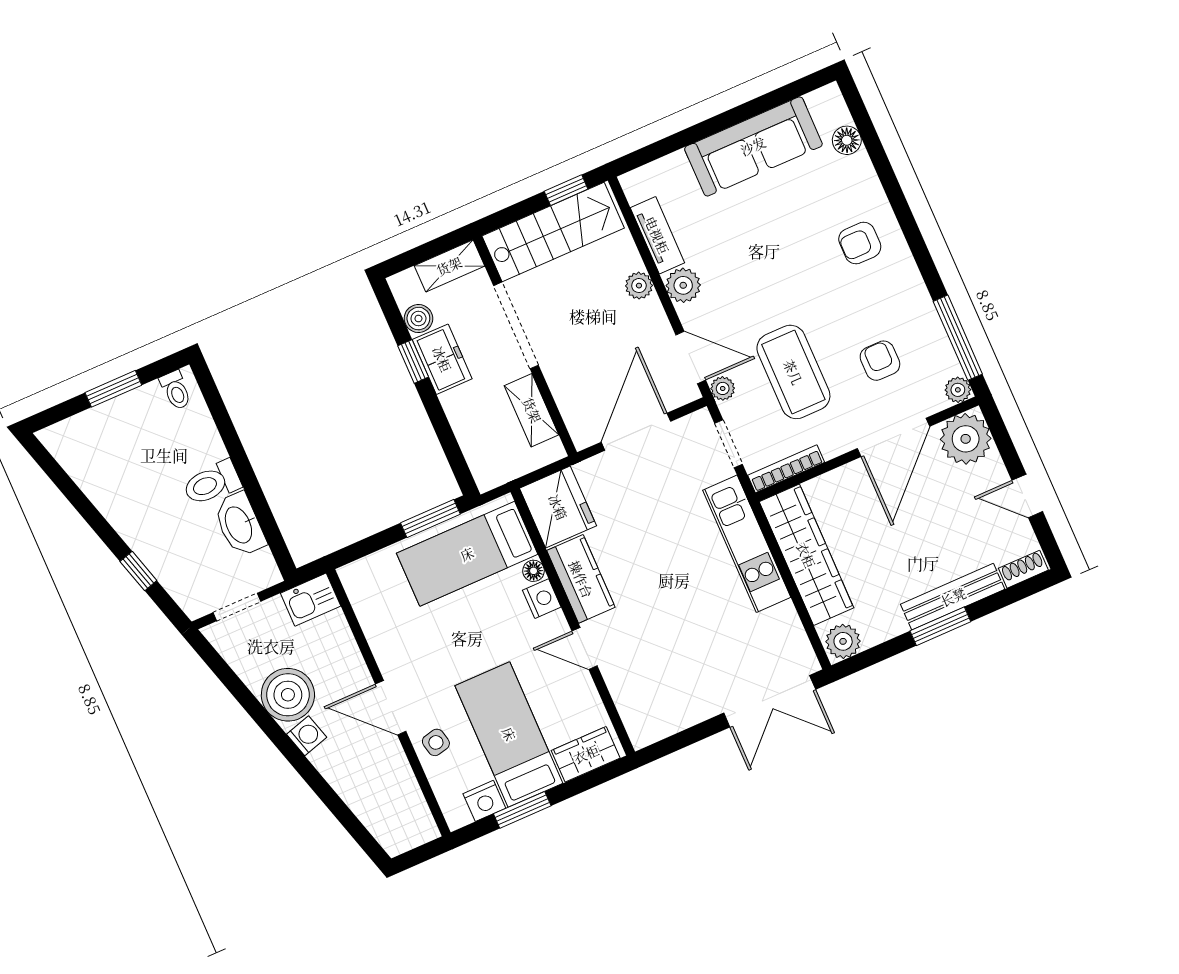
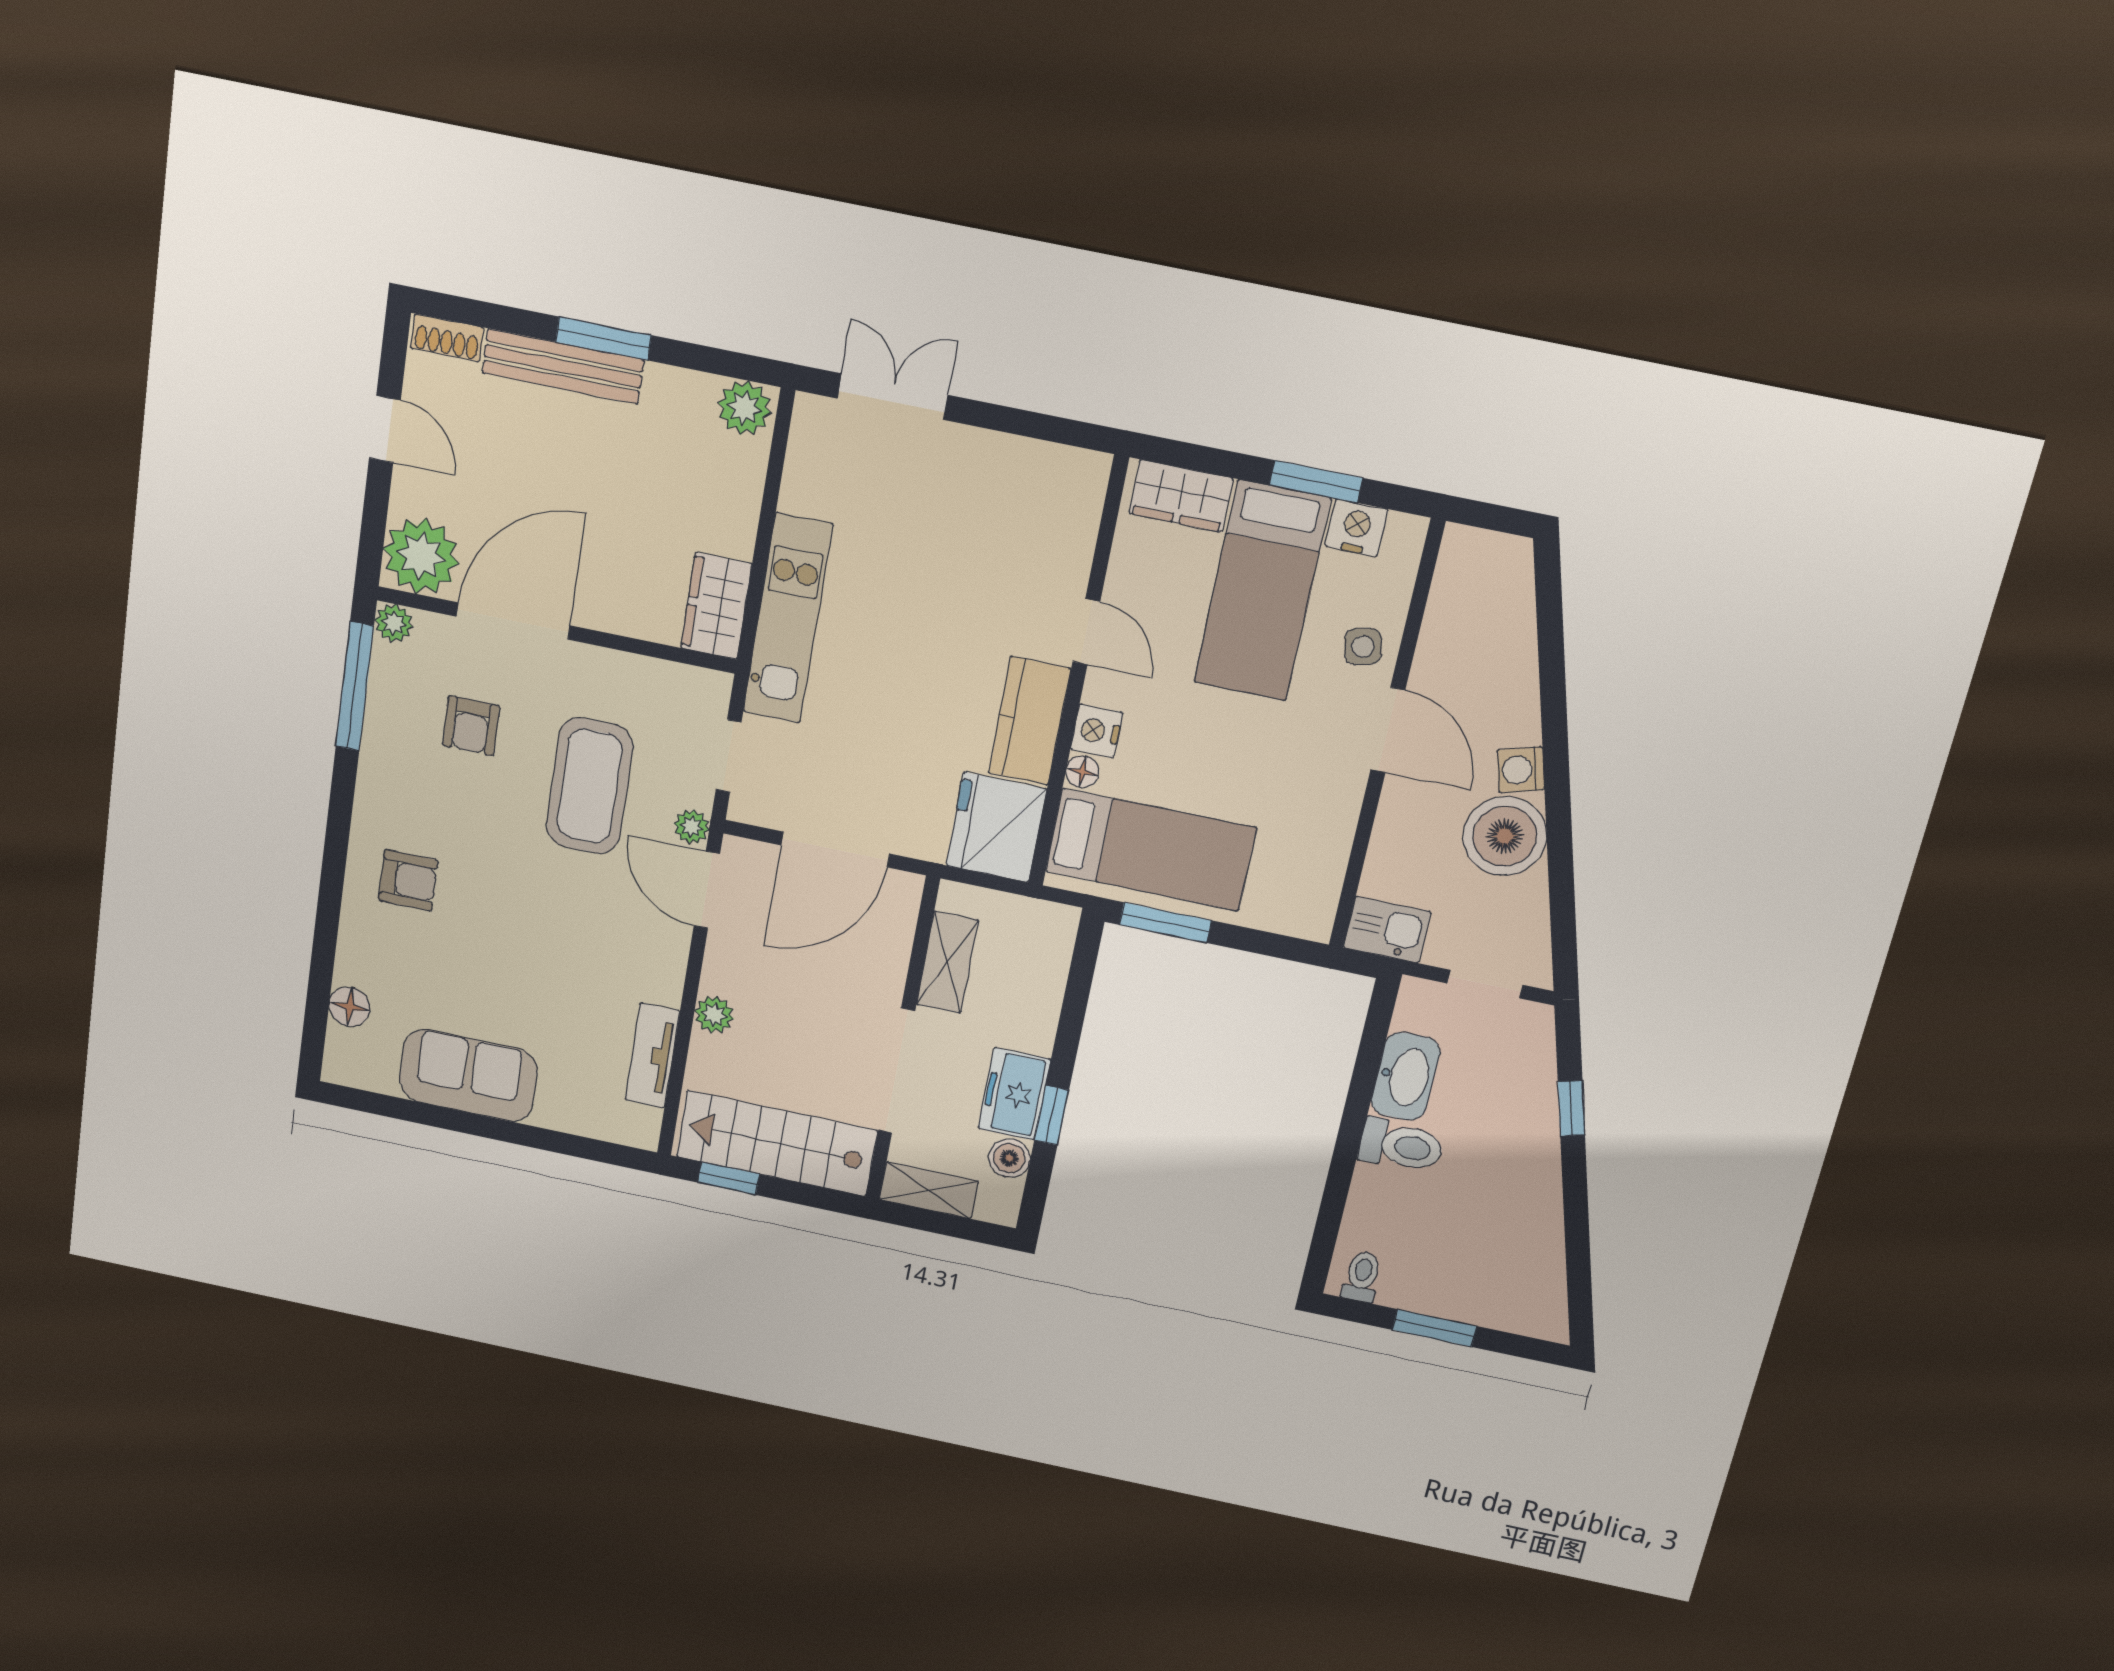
sofa: (753, 146) -> (468, 1075), width x0.73
plant: (683, 285) -> (659, 978), removed
bookcase: (786, 469) -> (676, 676), removed
wardrobe: (806, 555) -> (716, 606), width x0.48, depth x0.85
double door: (770, 701) -> (893, 397), width x0.73

